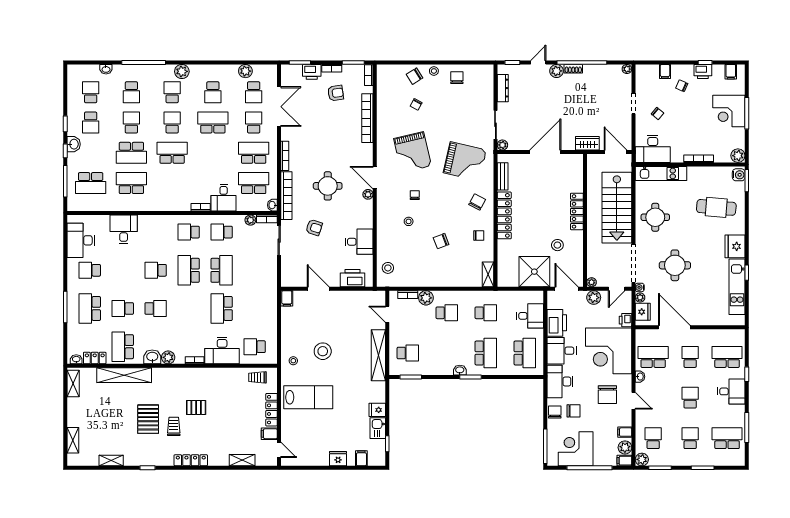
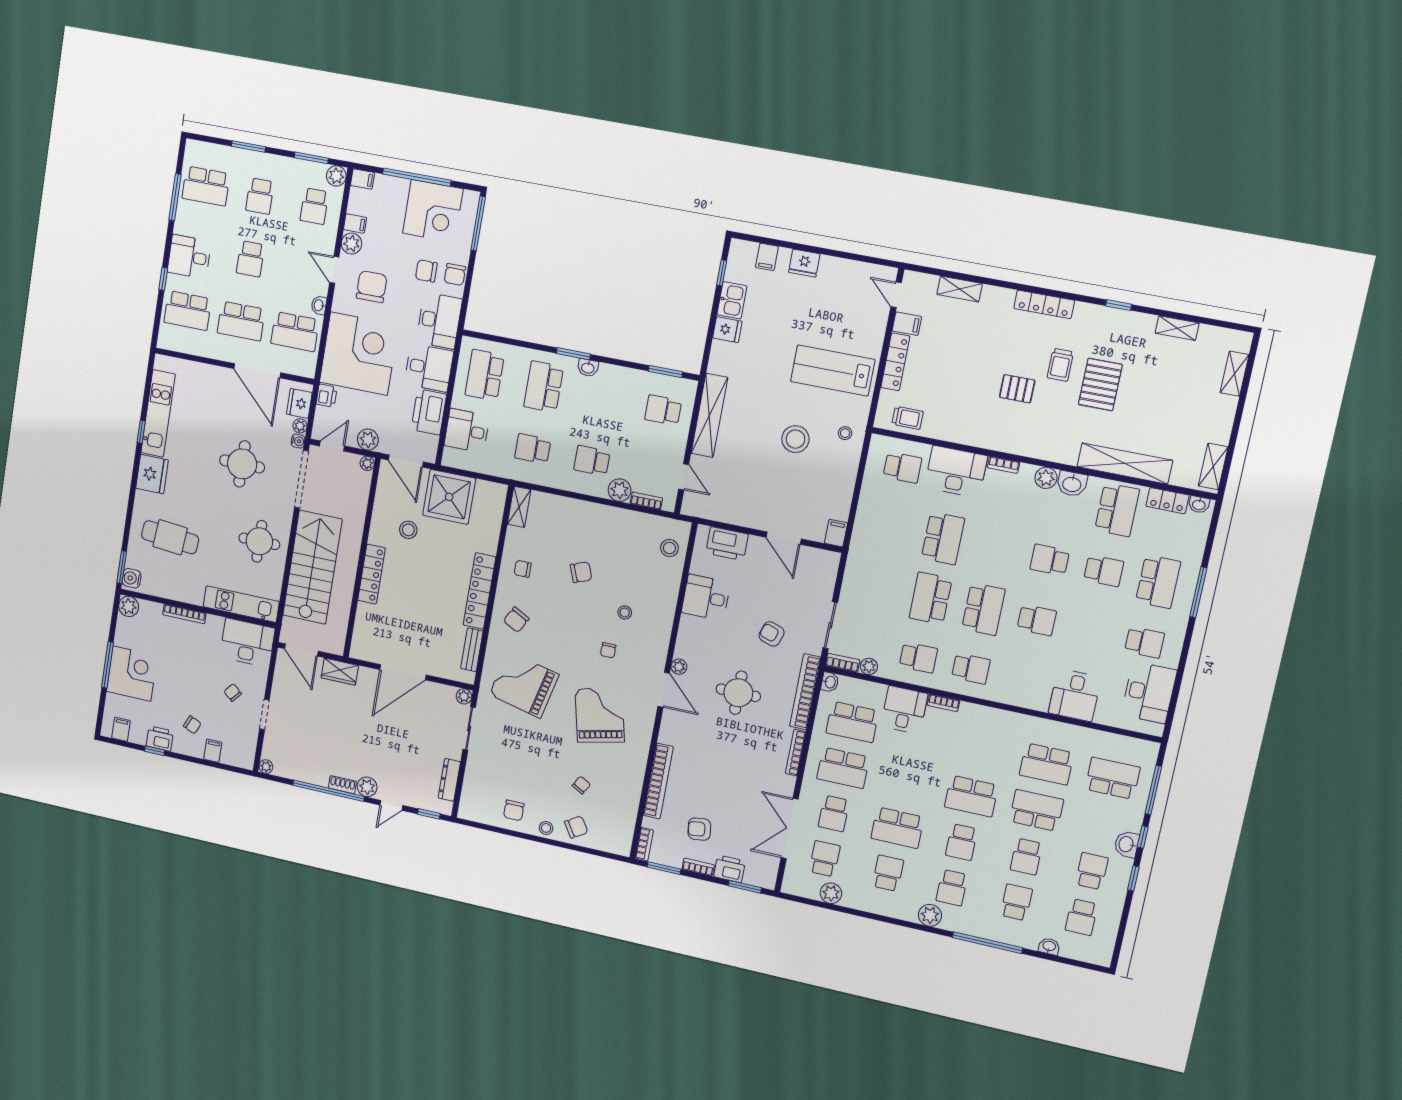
school desk: (690, 357) -> (241, 321), width x1.85
plant: (625, 447) -> (352, 244), moved

